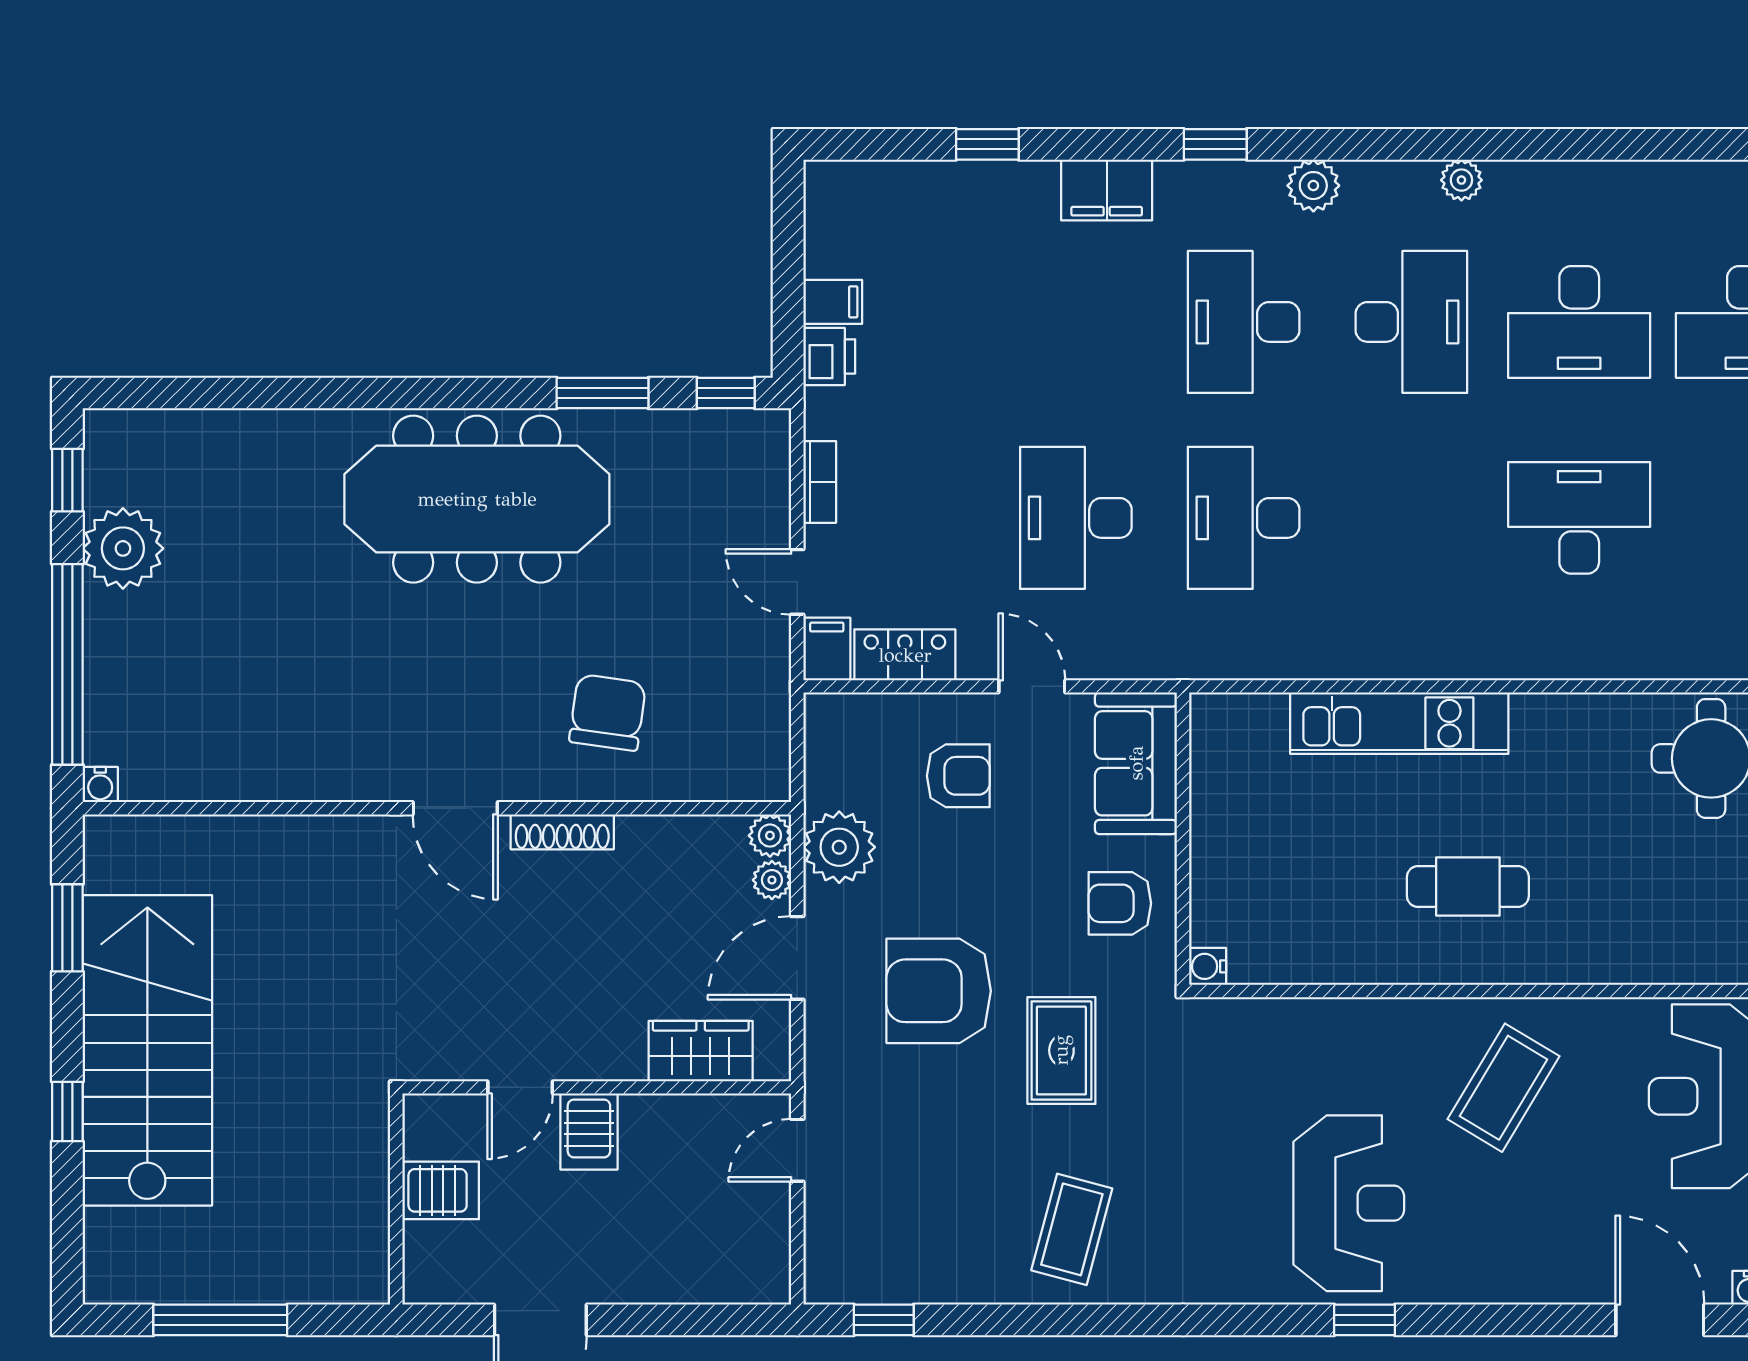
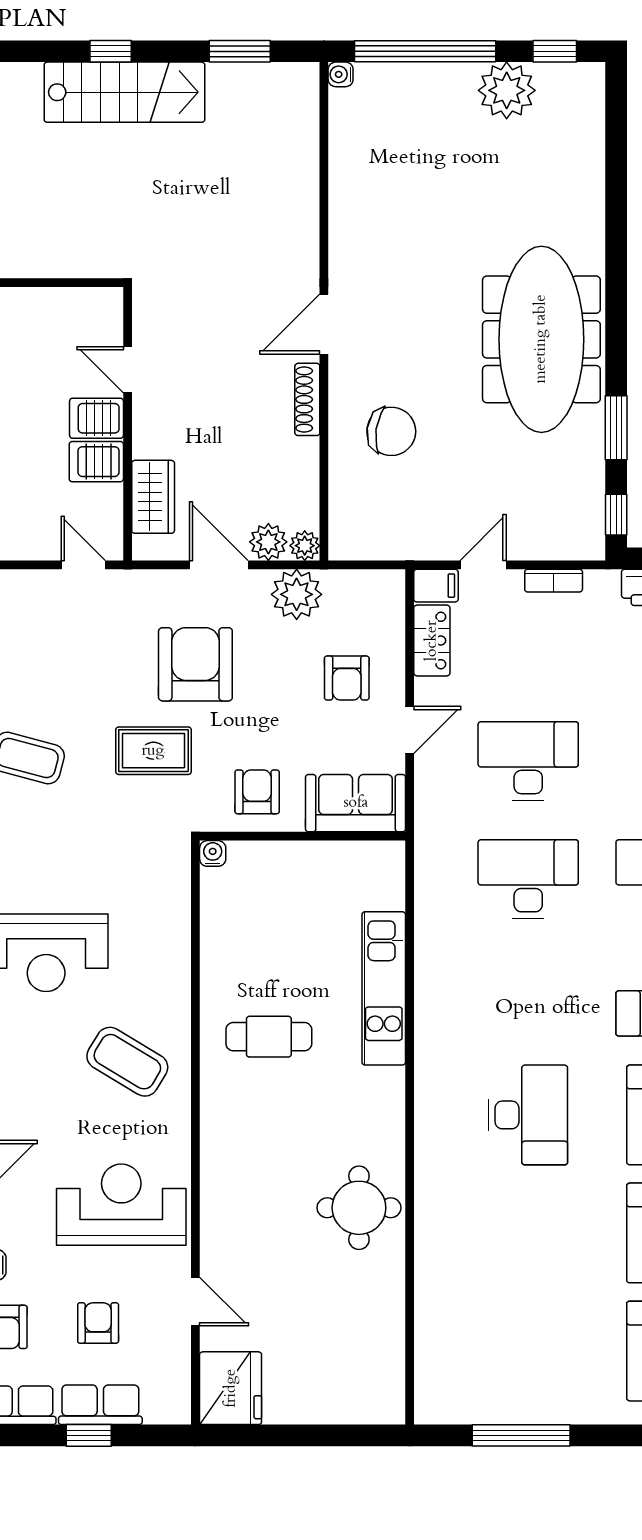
plant: (772, 880) -> (268, 542), width x1.38, depth x1.38
cafe table: (1468, 887) -> (269, 1037), turned 90
stairs: (147, 1050) -> (124, 92), width x0.73, depth x0.66
server rack: (441, 1190) -> (96, 462), moved, turned 90

